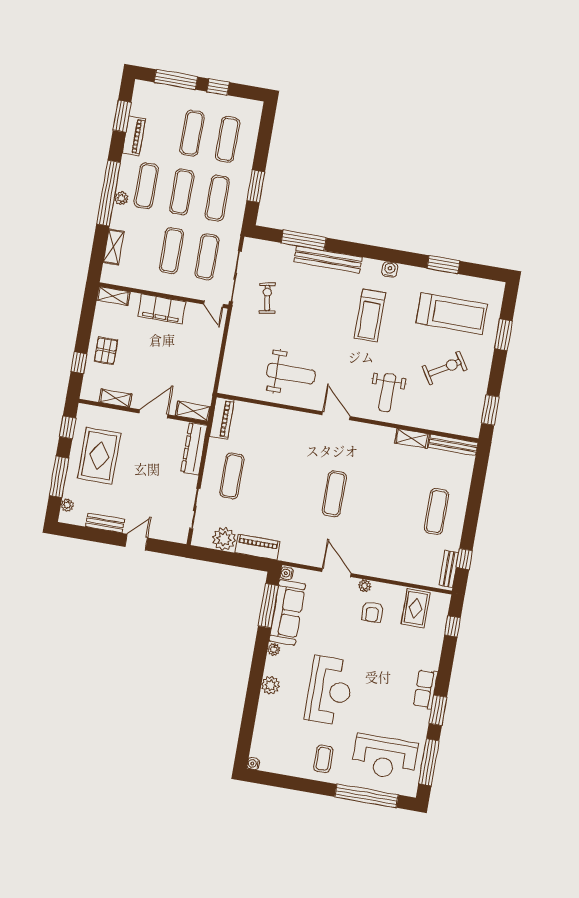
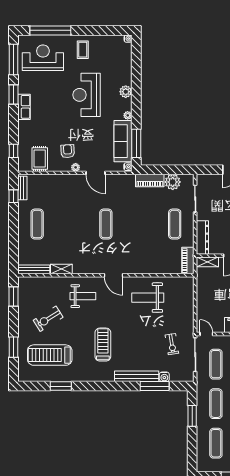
water cooler: (390, 269) -> (164, 377), moved
weight bench: (387, 393) -> (83, 296), turned 90

